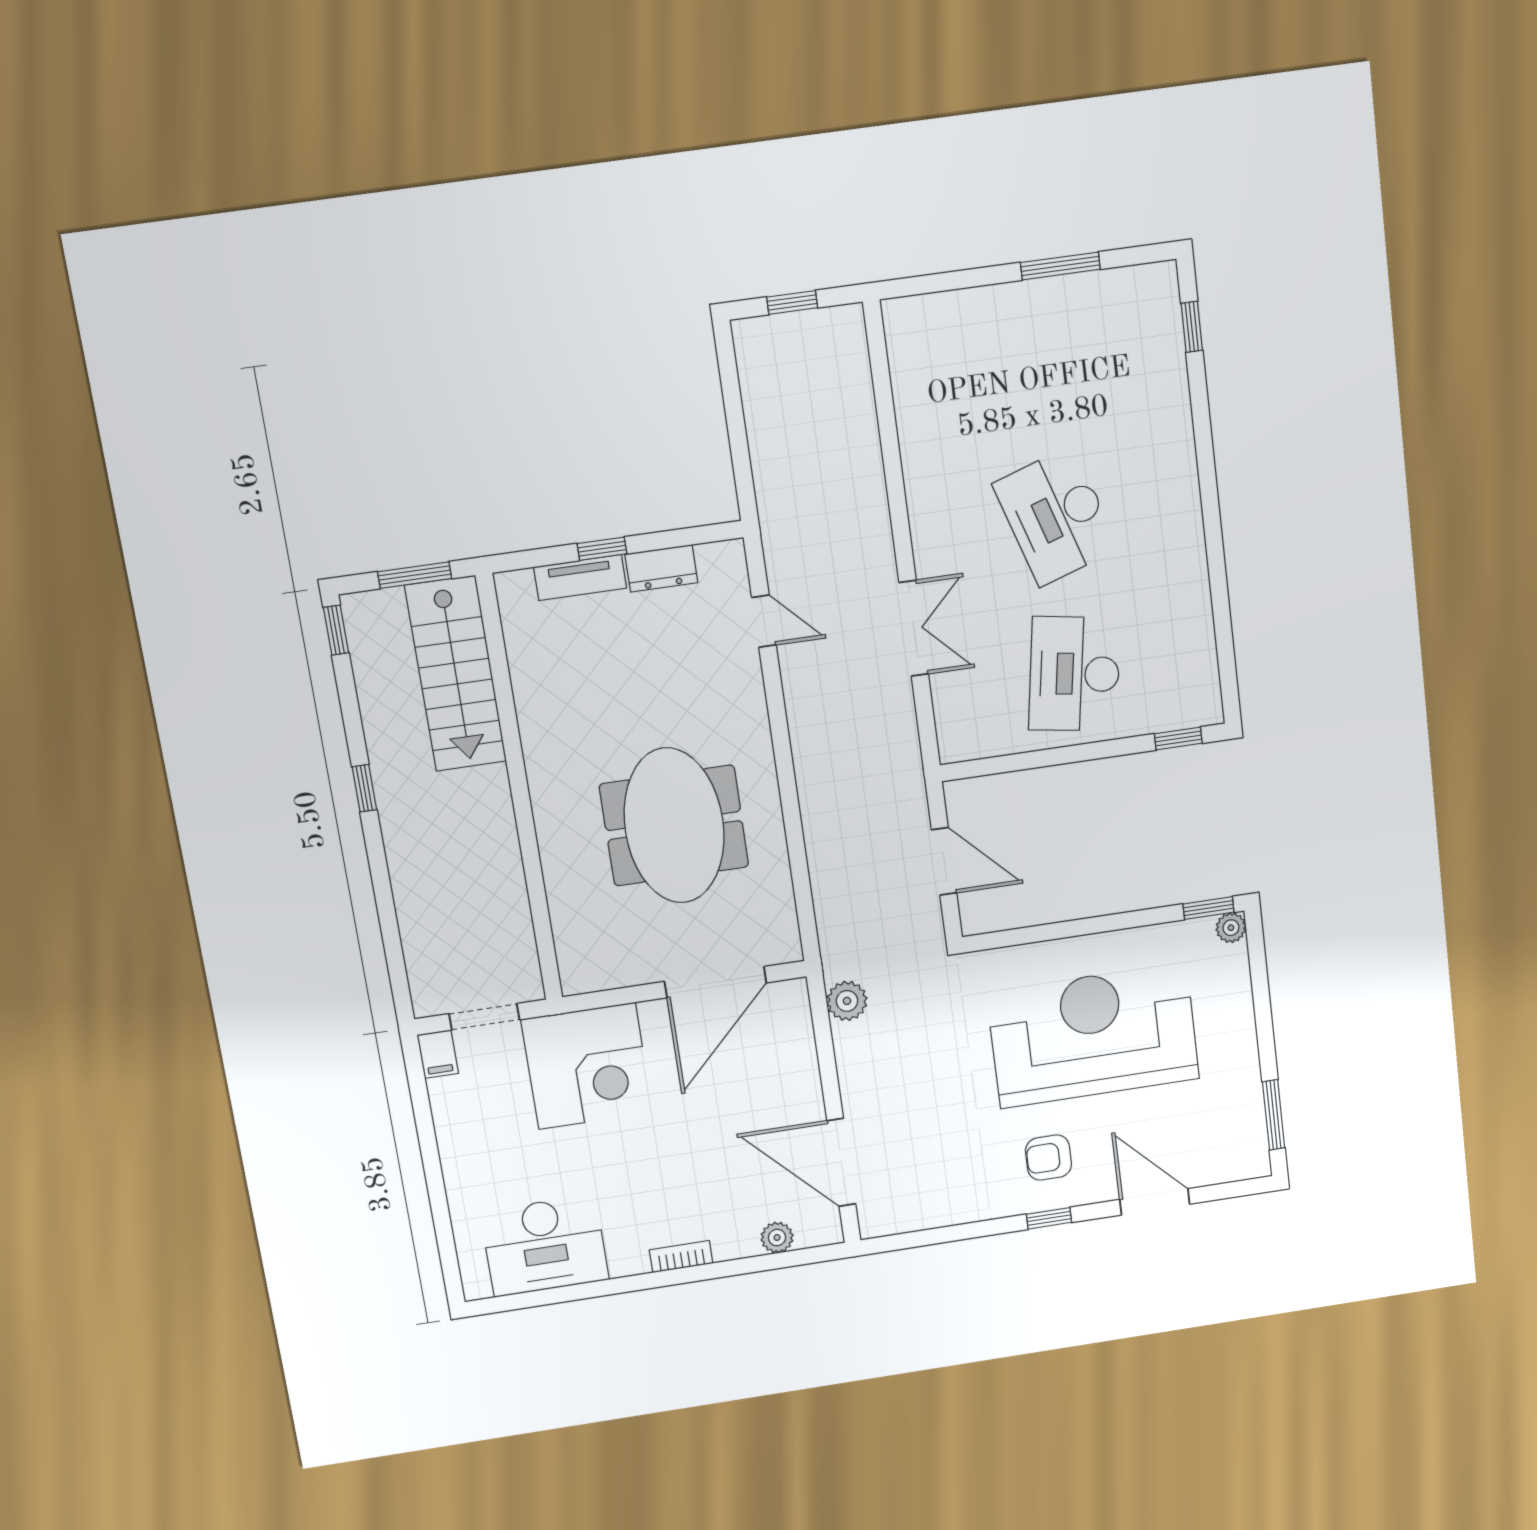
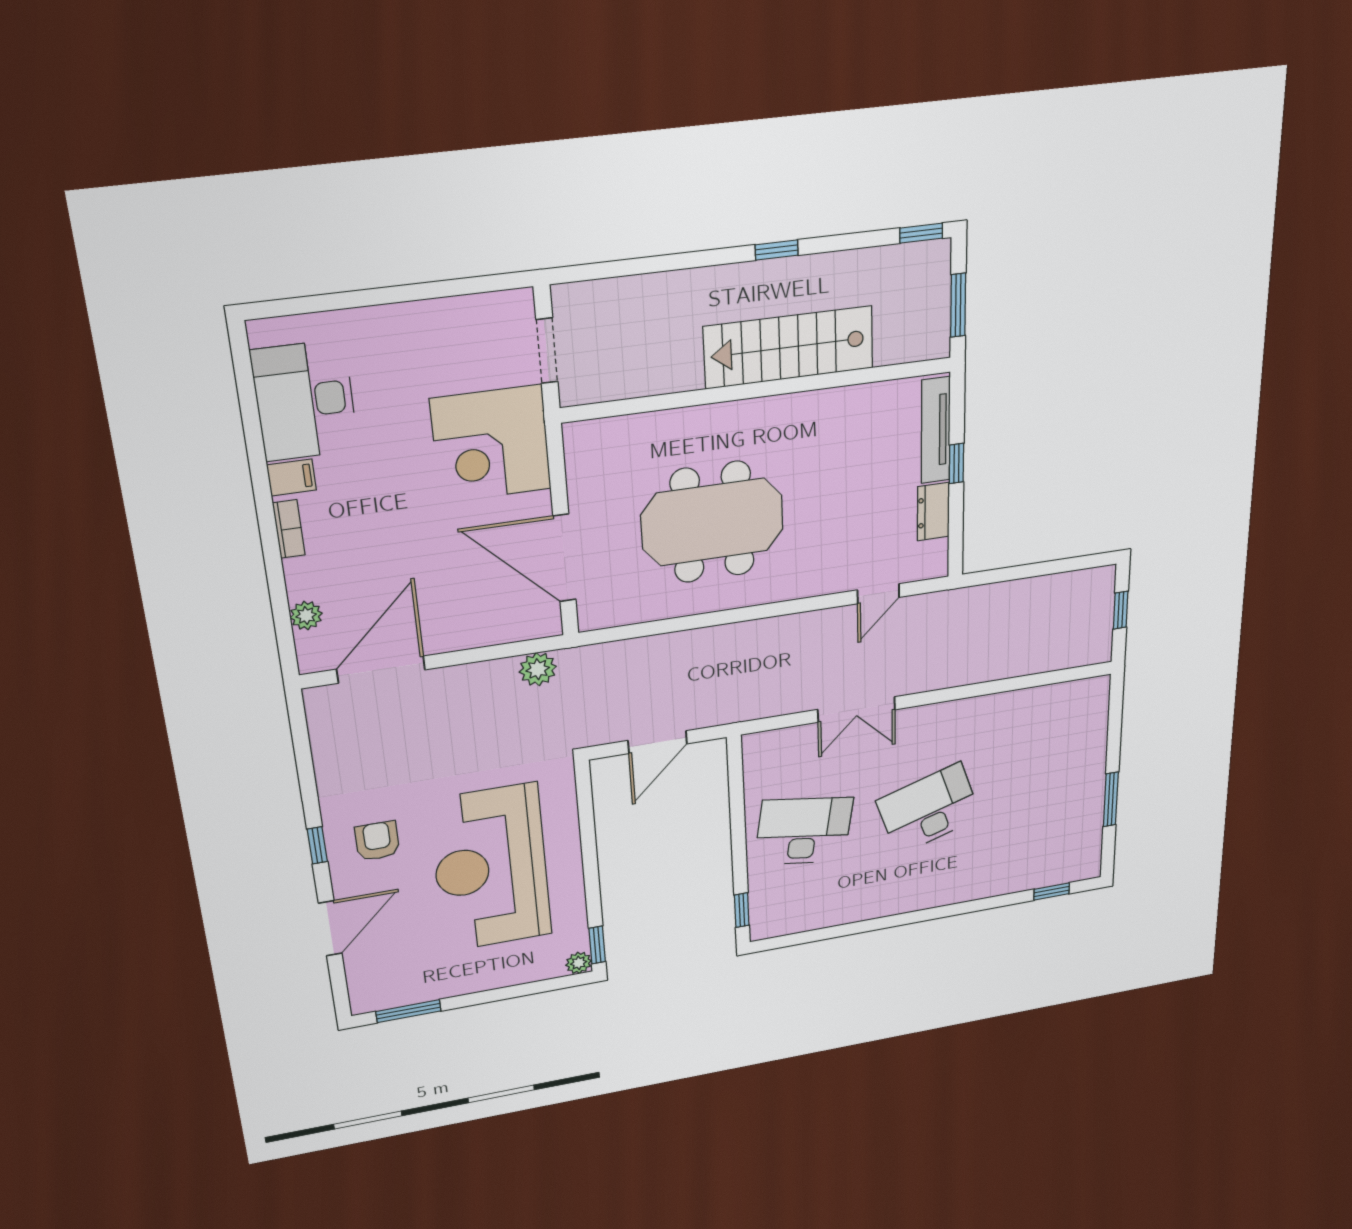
tv unit: (580, 578) -> (936, 430), width x1.41
stairs: (456, 674) -> (789, 347), moved
reception desk: (1093, 1035) -> (491, 868), turned 180
filing cabinet: (438, 1054) -> (291, 477), moved, turned 180

